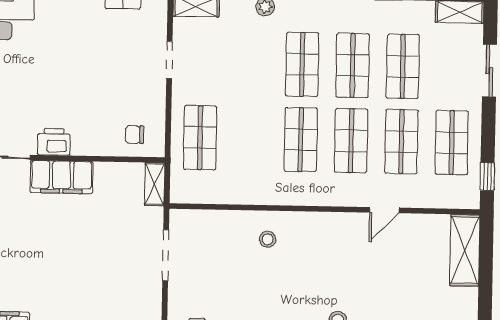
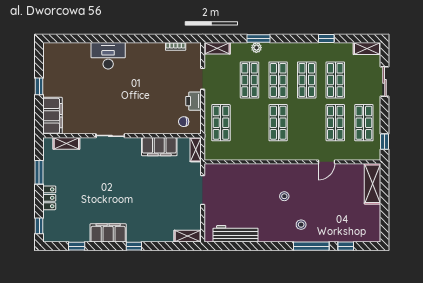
shop shelf: (351, 141) -> (250, 80), moved
printer: (54, 142) -> (193, 101), moved, turned -90
filing cabinet: (62, 177) -> (159, 147), moved
stool: (268, 239) -> (284, 196), moved

